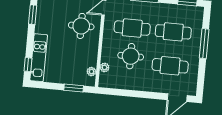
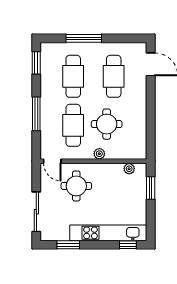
kitchen unit: (39, 58) -> (108, 233), width x1.36
plant: (105, 67) -> (99, 154), moved

